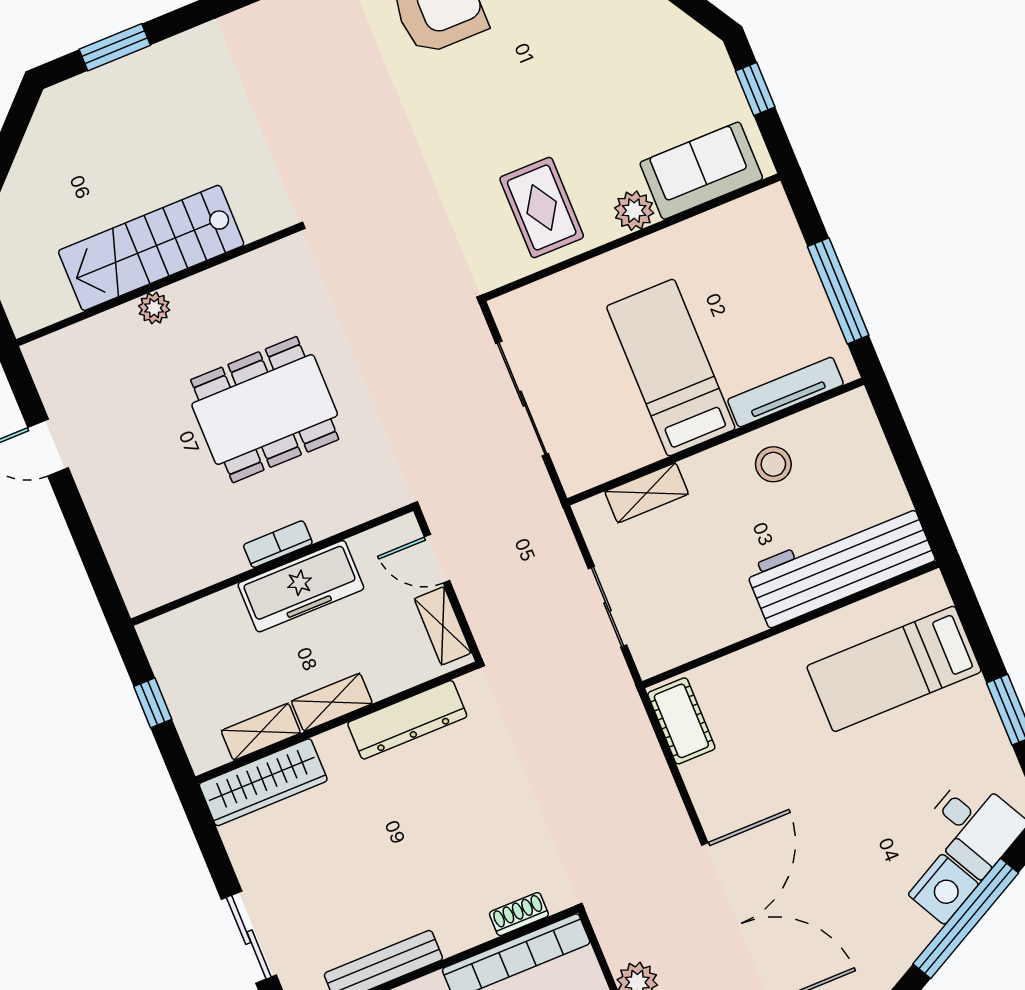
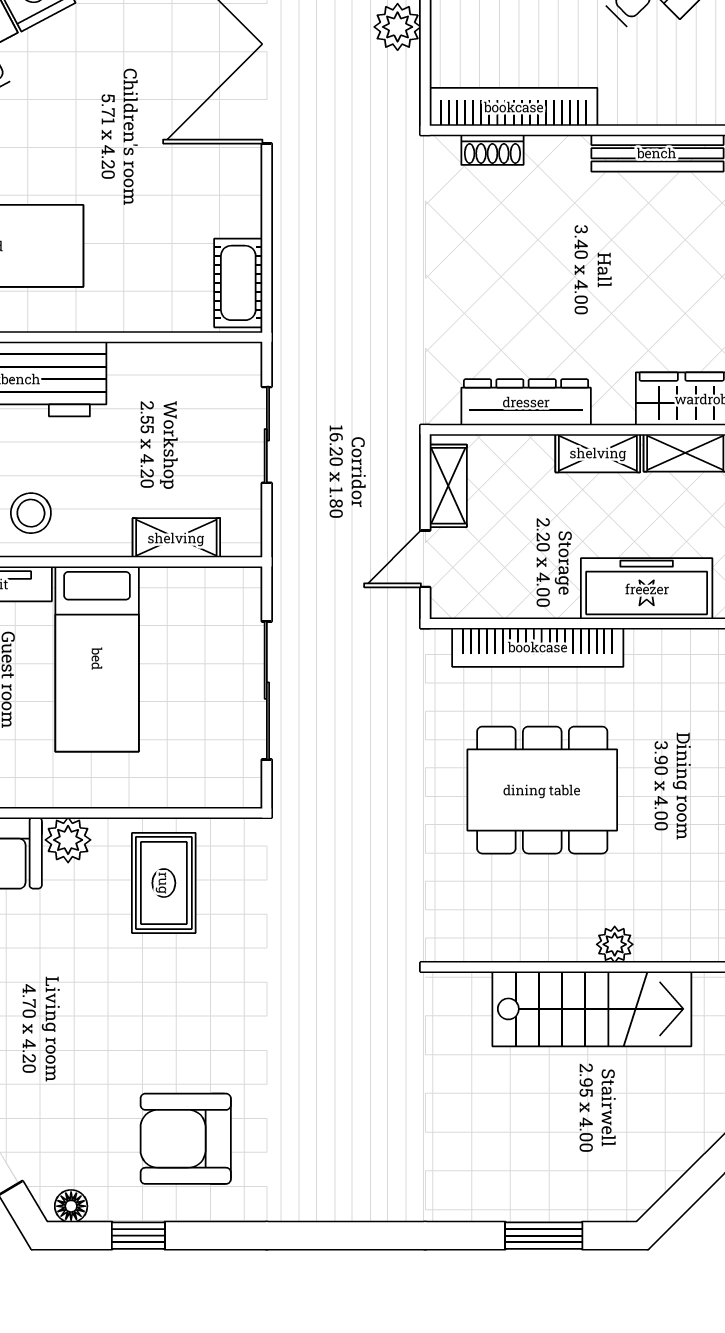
bookcase: (278, 544) -> (538, 647), width x2.31, depth x1.31
door: (437, 559) -> (425, 559), swing flipped
freezer: (301, 586) -> (647, 589), moved

